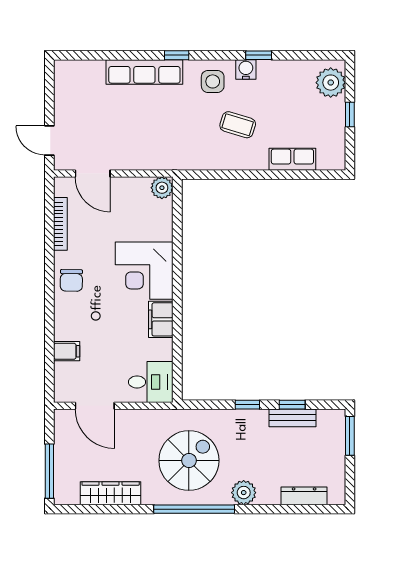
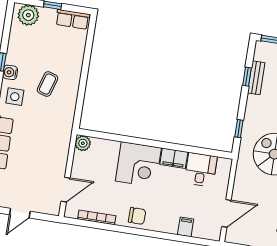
door: (49, 141) -> (20, 213), moved
row of seats: (292, 159) -> (73, 19), moved, turned -90
desk: (151, 382) -> (201, 170), moved
window: (247, 405) -> (239, 128), moved

